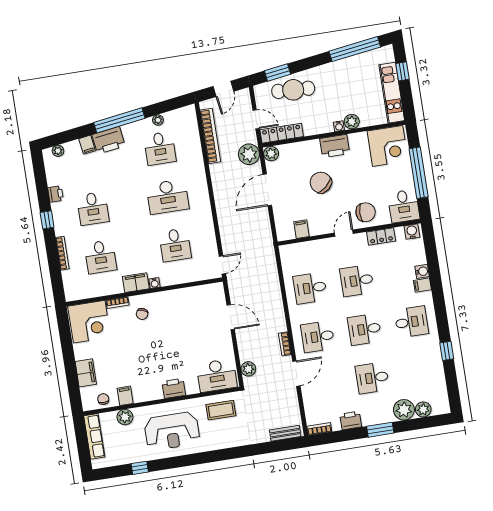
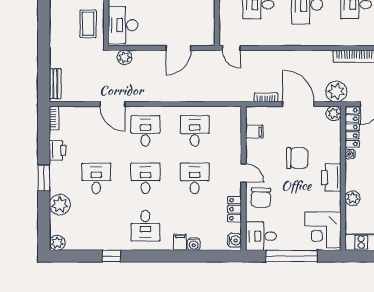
water cooler: (339, 126) -> (350, 154), moved
chair: (321, 183) -> (297, 158), turned 40
bookcase: (285, 344) -> (266, 97), moved
plant: (423, 409) -> (57, 243), moved

